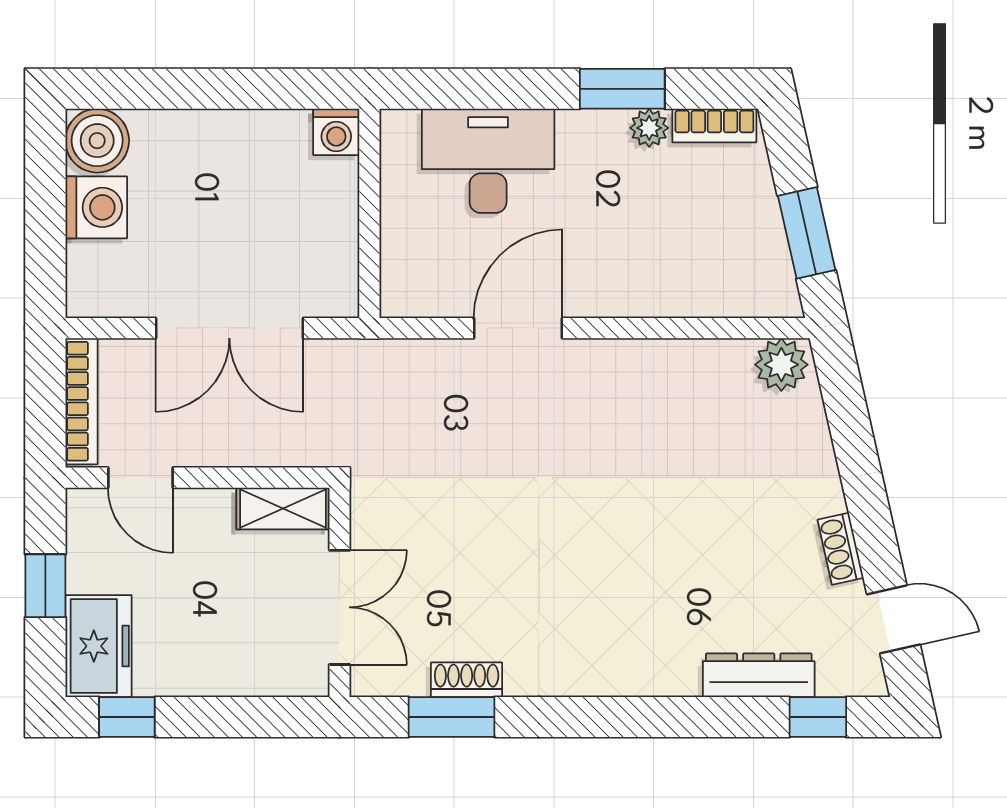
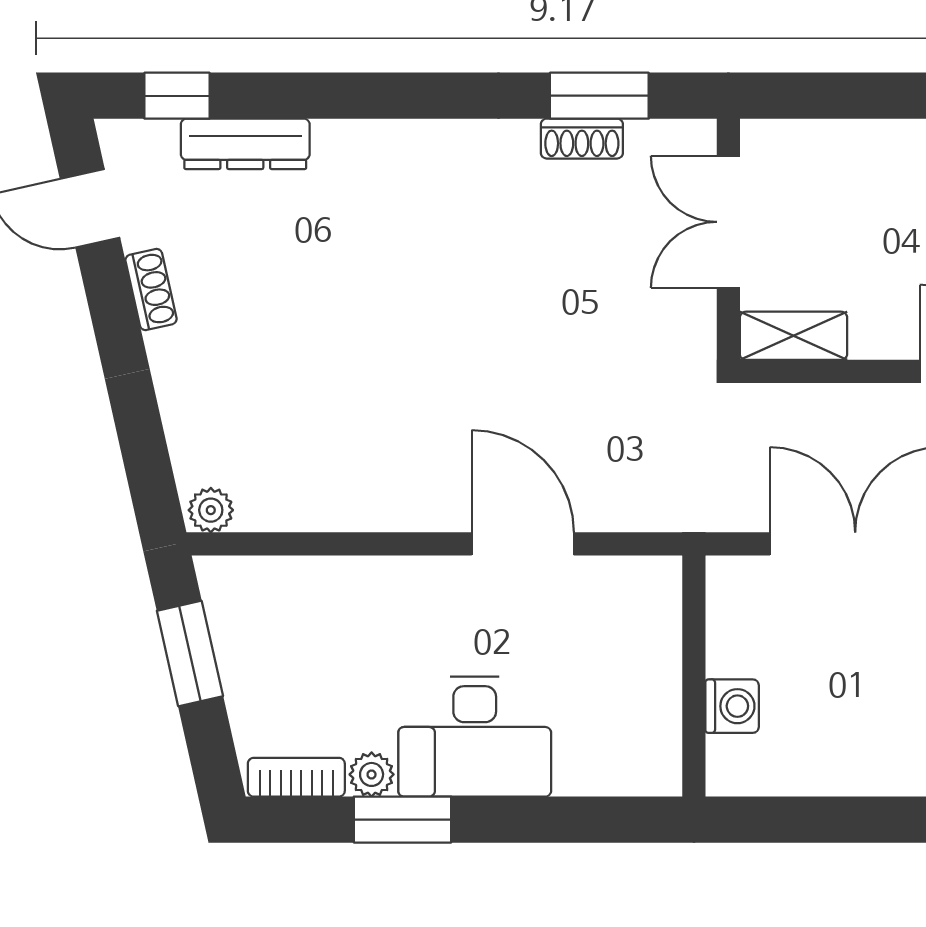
washing machine: (336, 132) -> (732, 706), moved, turned 90
desk: (488, 161) -> (475, 737), moved
door: (518, 328) -> (523, 544), swing flipped
plant: (781, 365) -> (211, 510), width x0.73, depth x0.73

